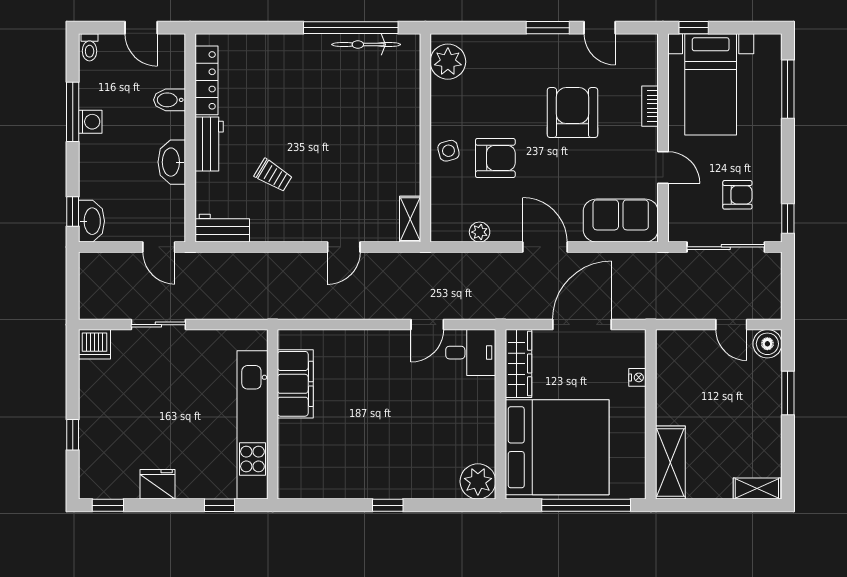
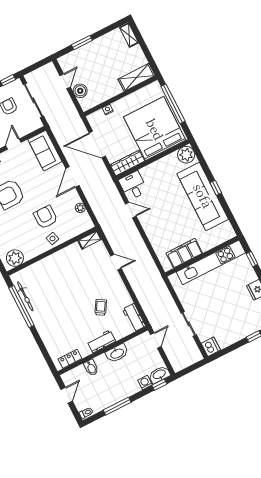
locker: (206, 80) -> (70, 359), width x0.66
washing machine: (90, 122) -> (145, 382), moved
boiler: (767, 344) -> (80, 91), moved
sofa: (384, 472) -> (203, 196), added

